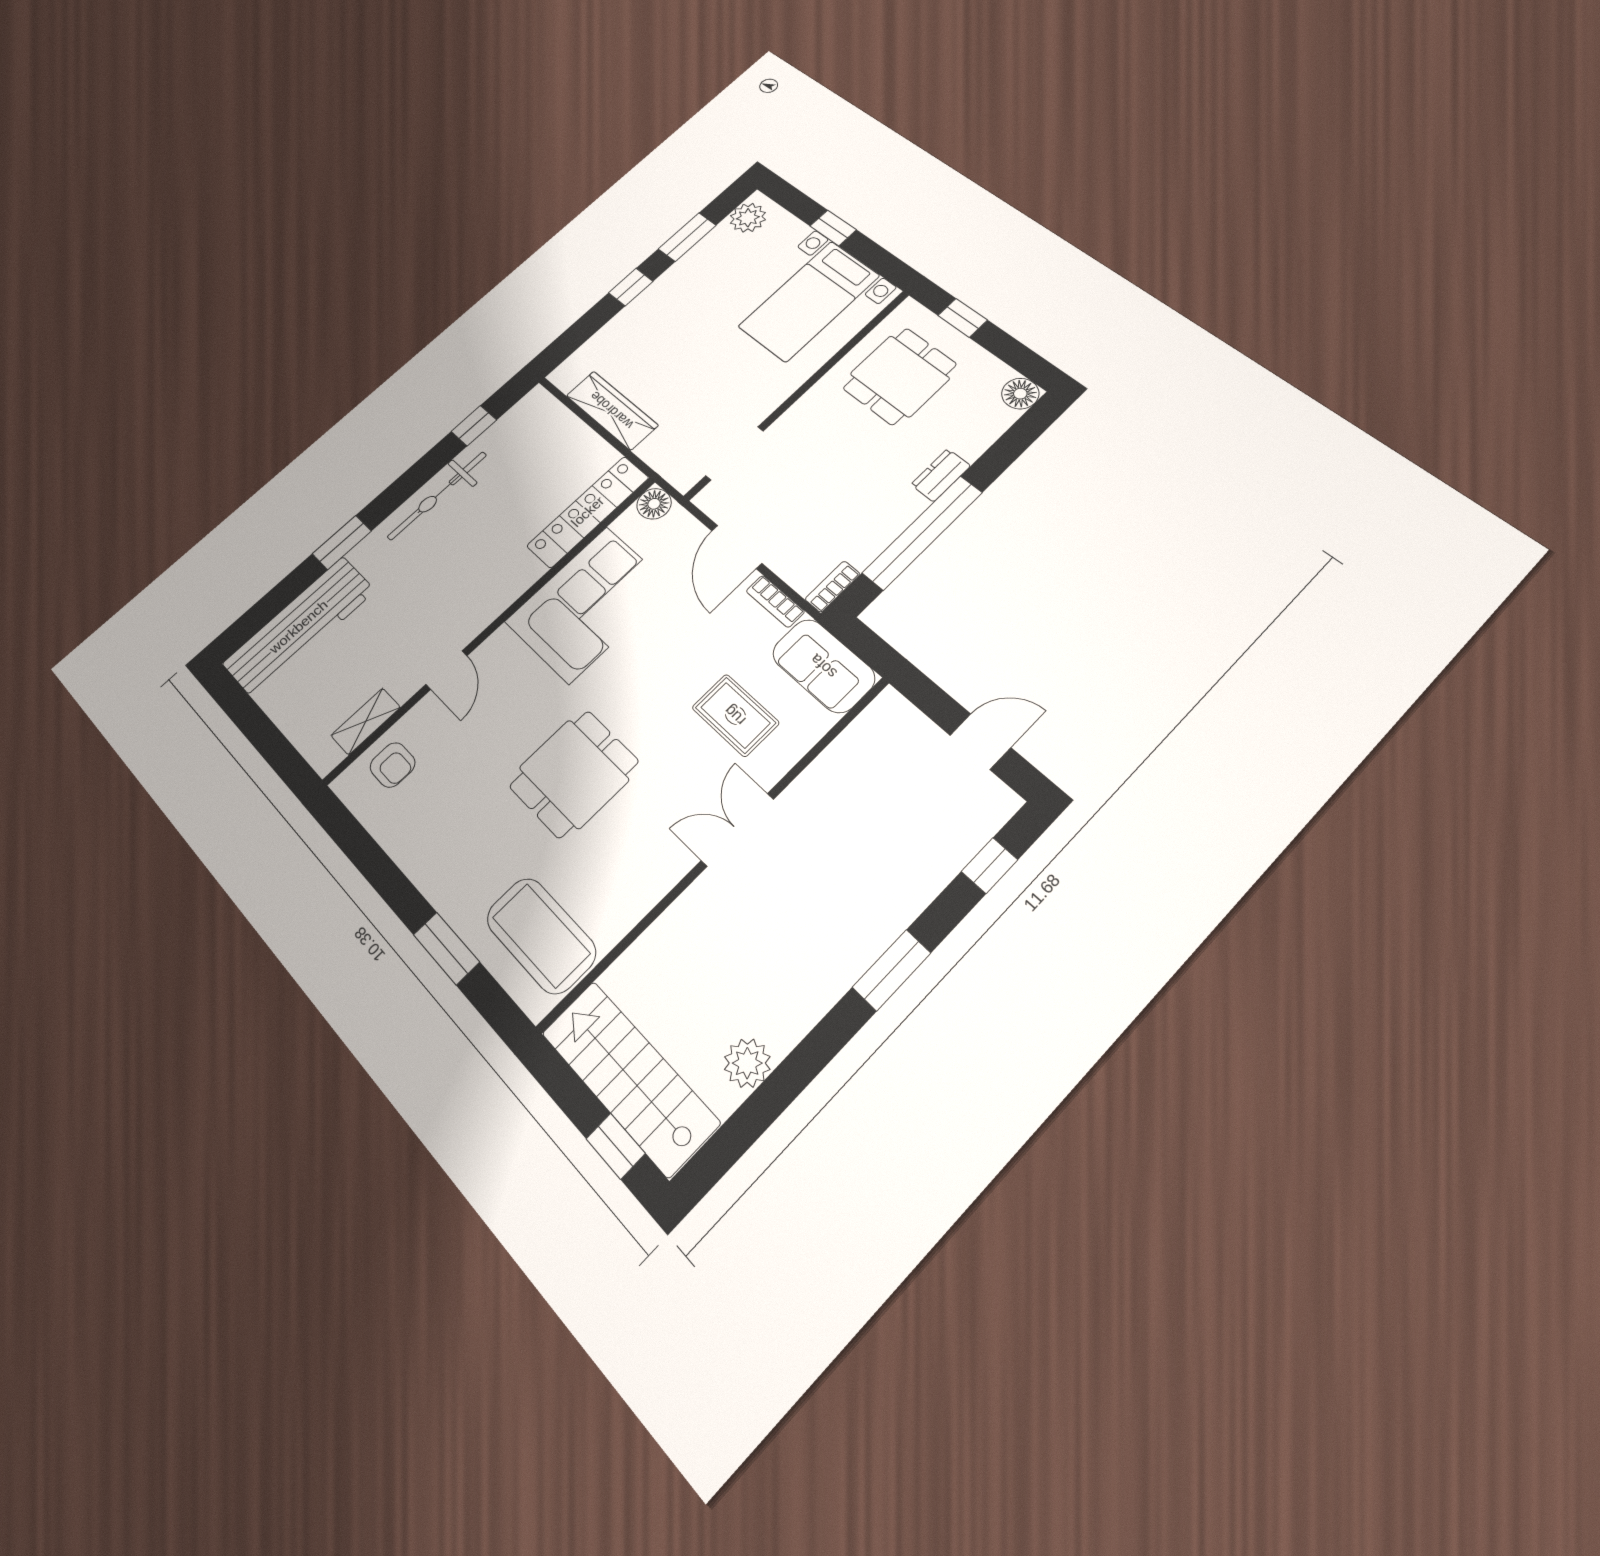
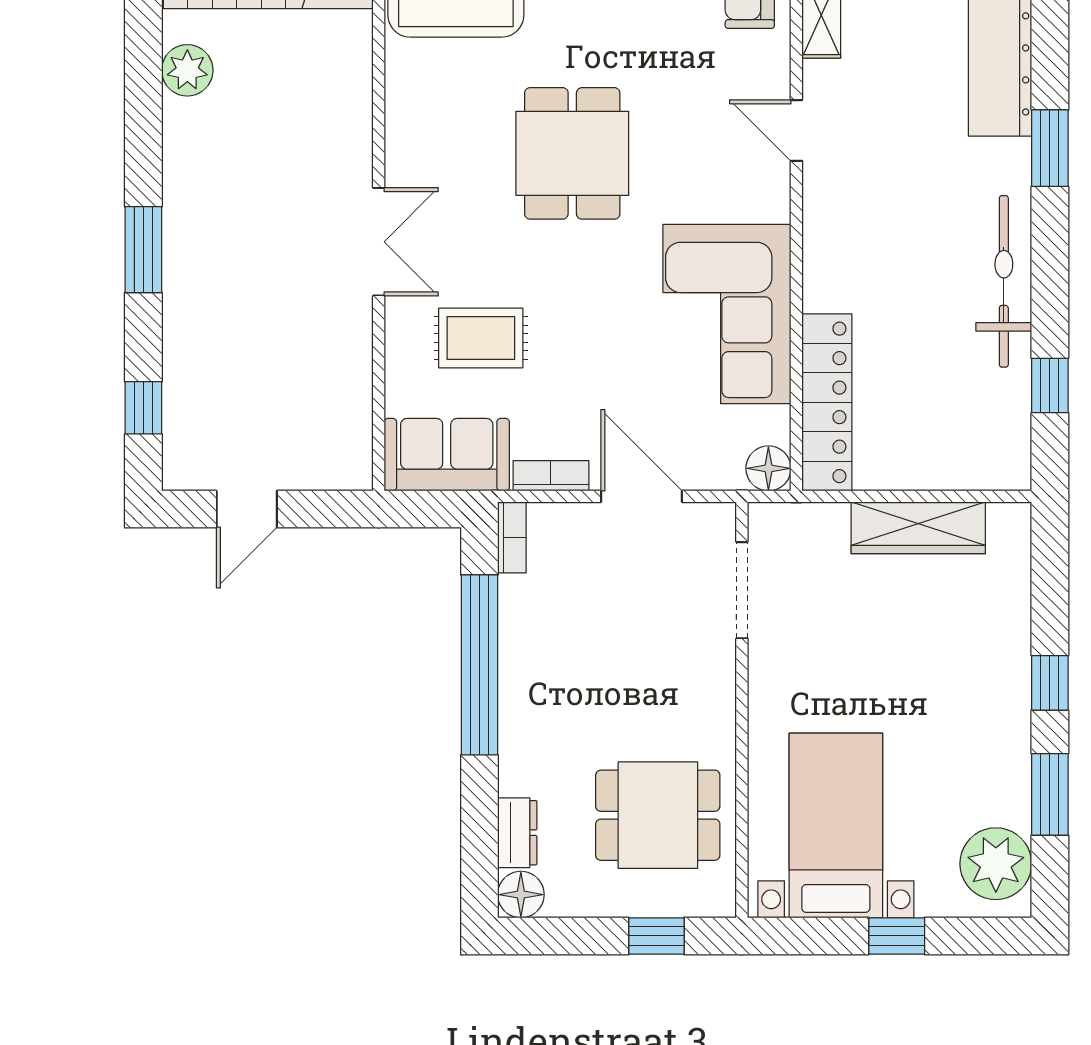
plant: (748, 218) -> (996, 864), width x1.36, depth x1.36
dining table: (900, 376) -> (658, 815), turned 90
dresser: (941, 475) -> (517, 833), moved

